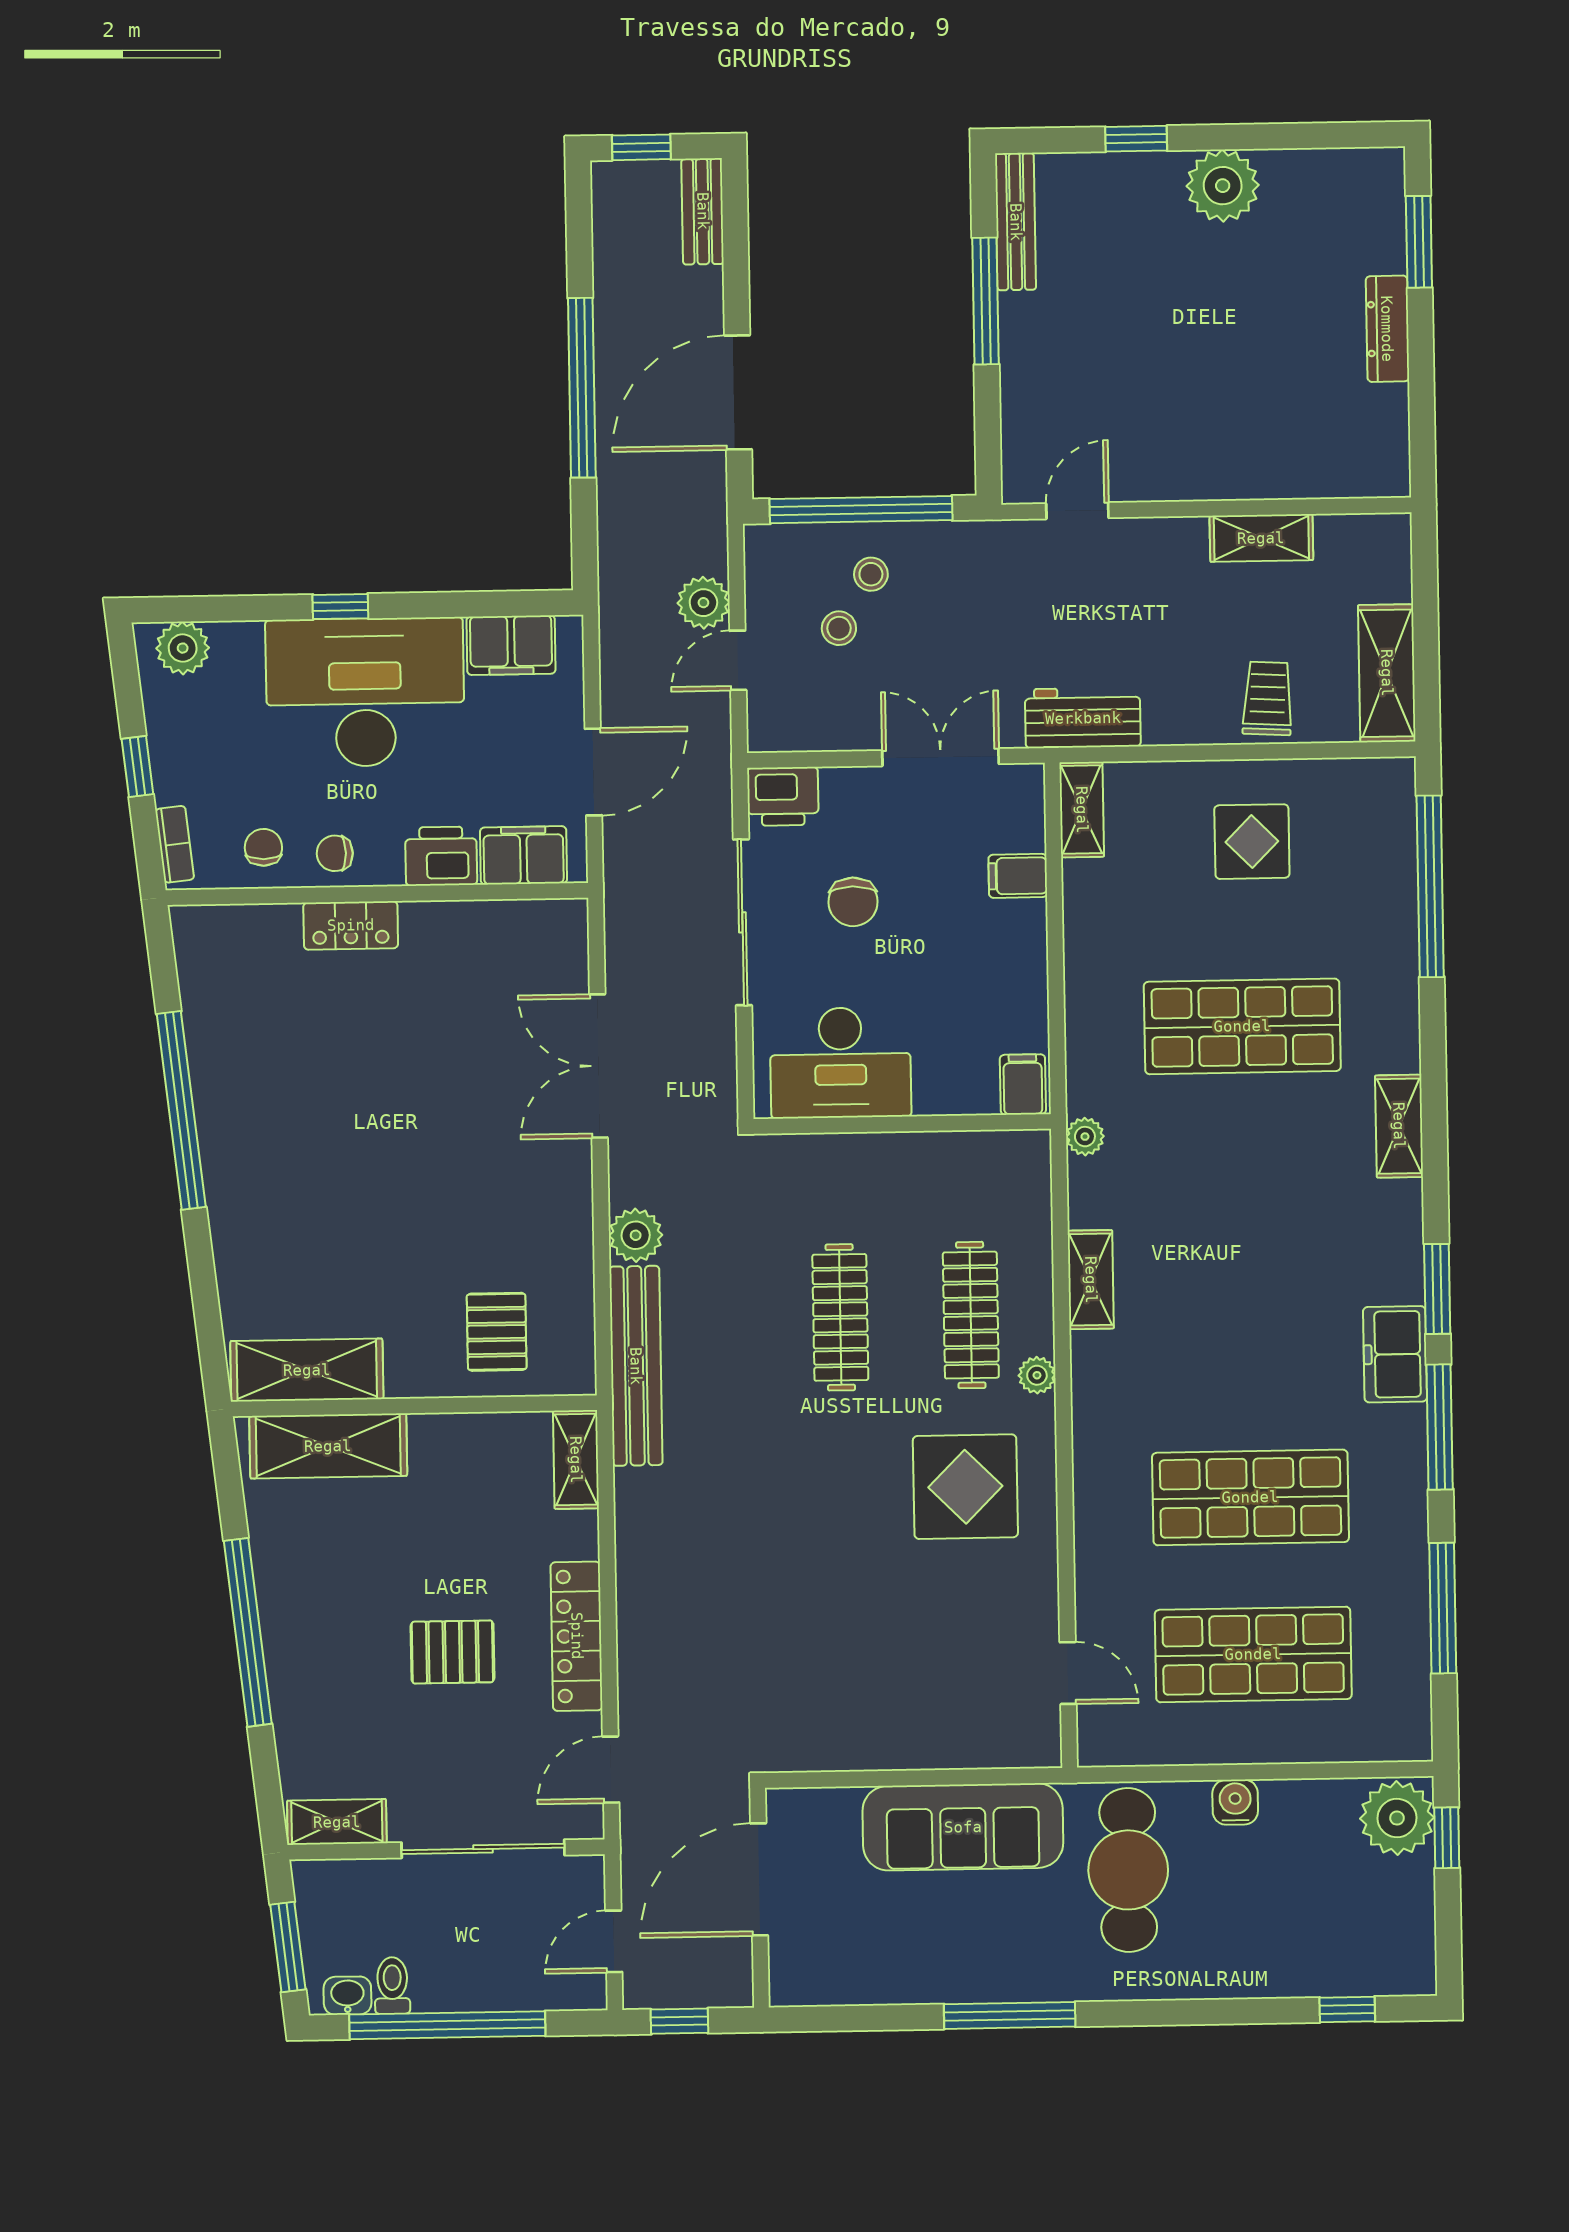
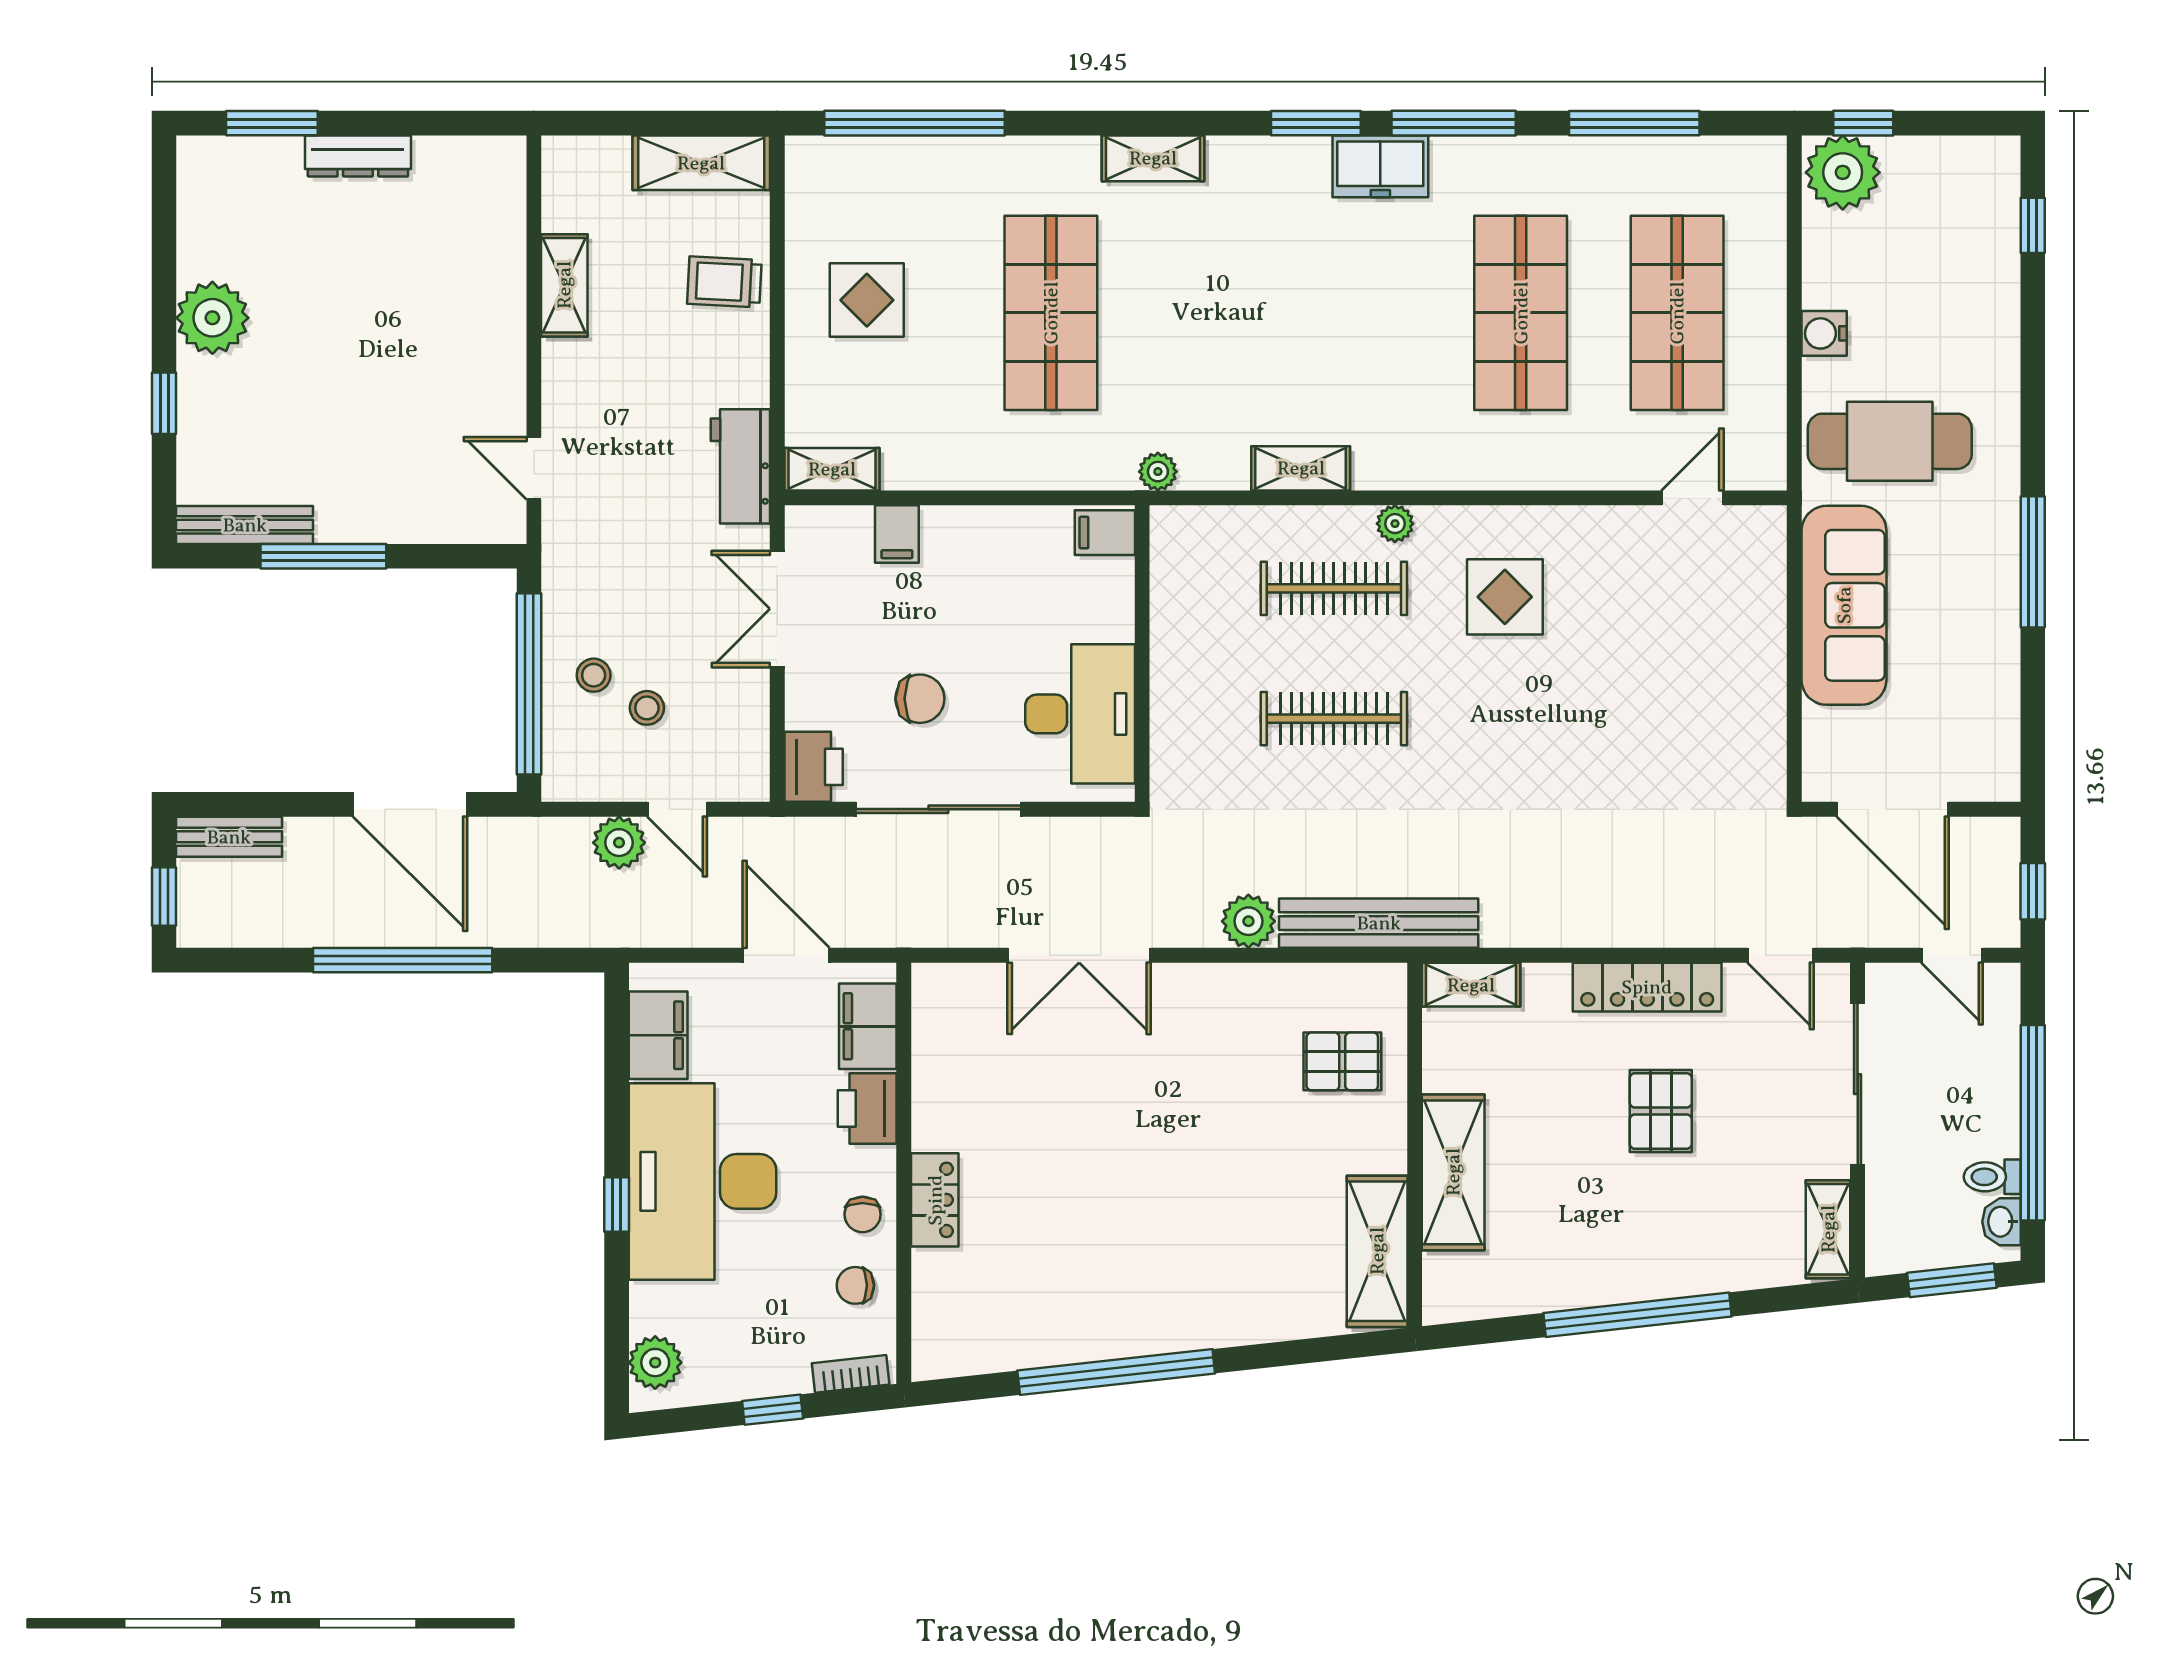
shelving: (328, 1446) -> (1453, 1172), moved
display table: (965, 1487) -> (1505, 597), width x0.73, depth x0.73

